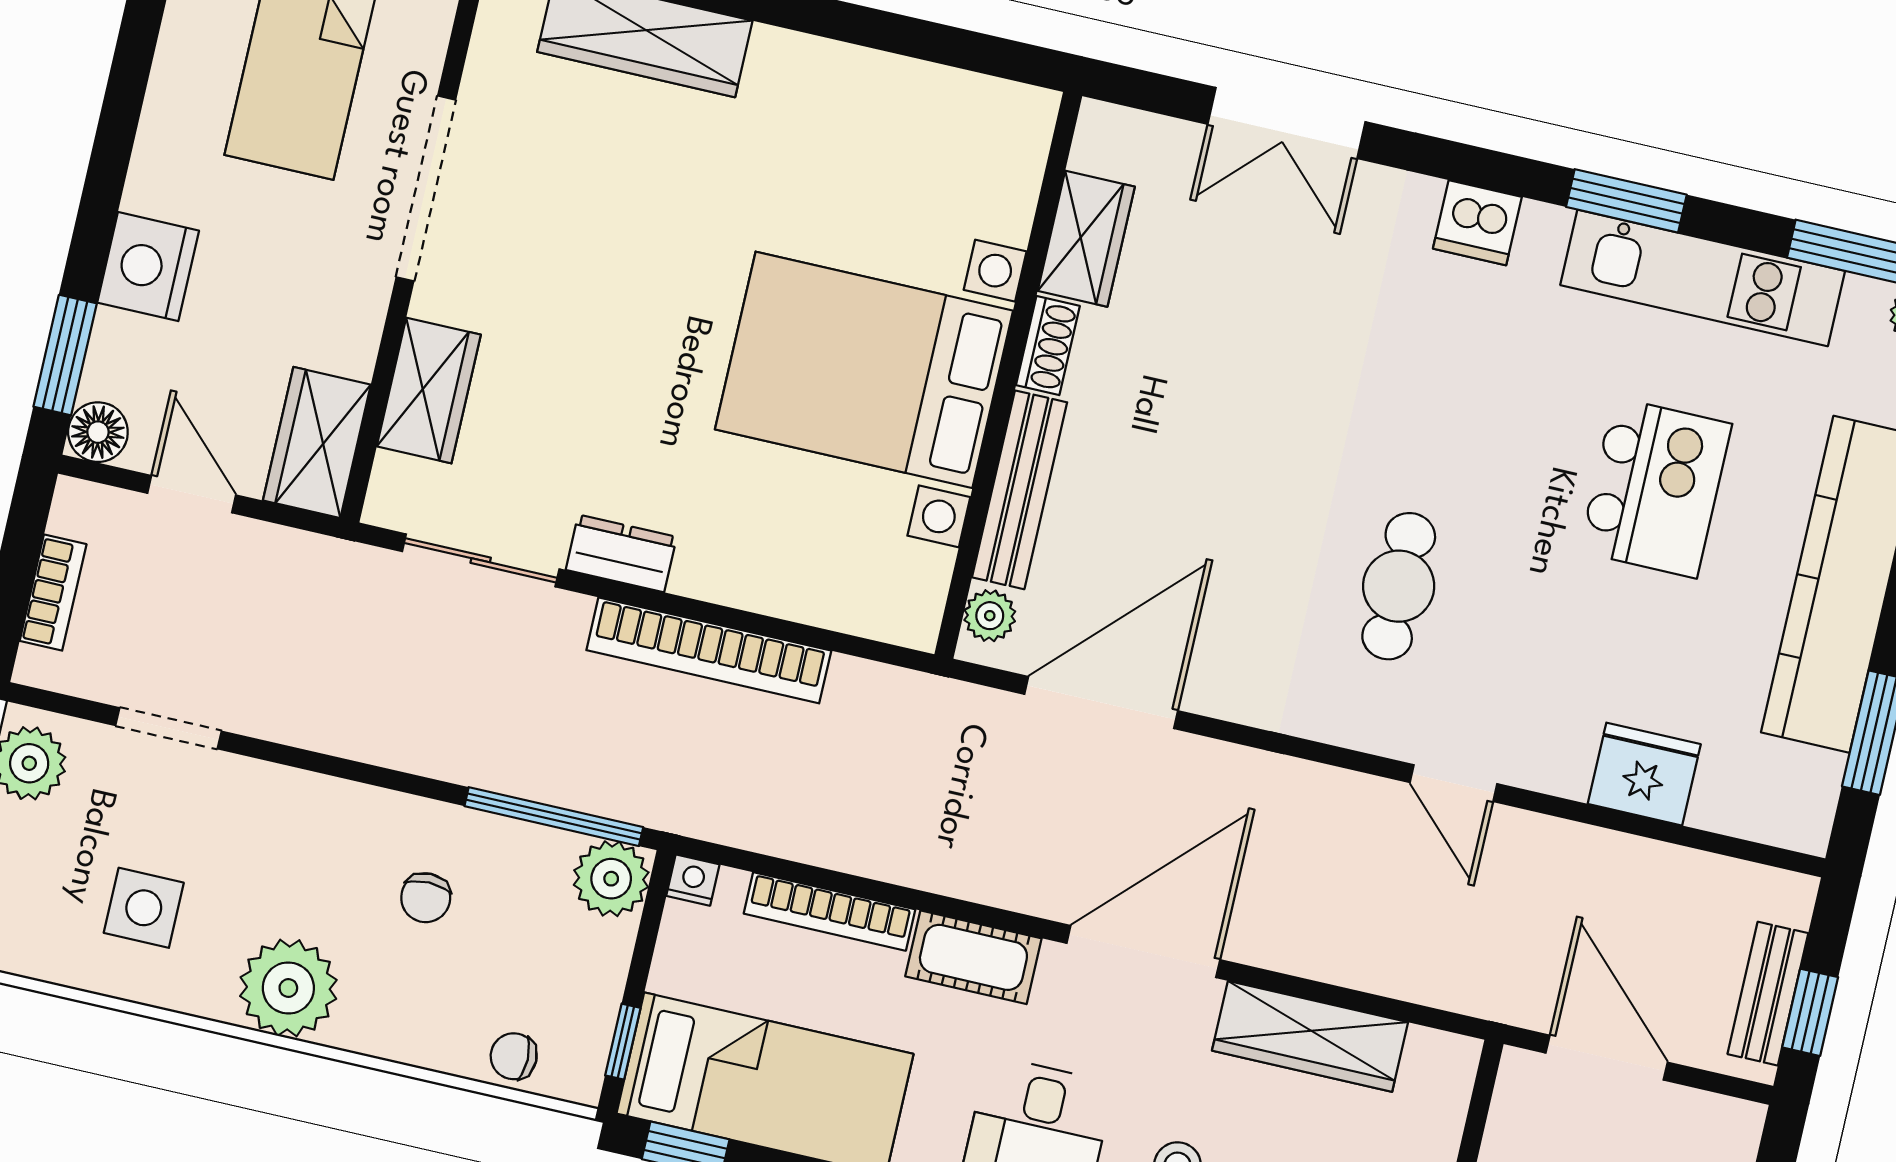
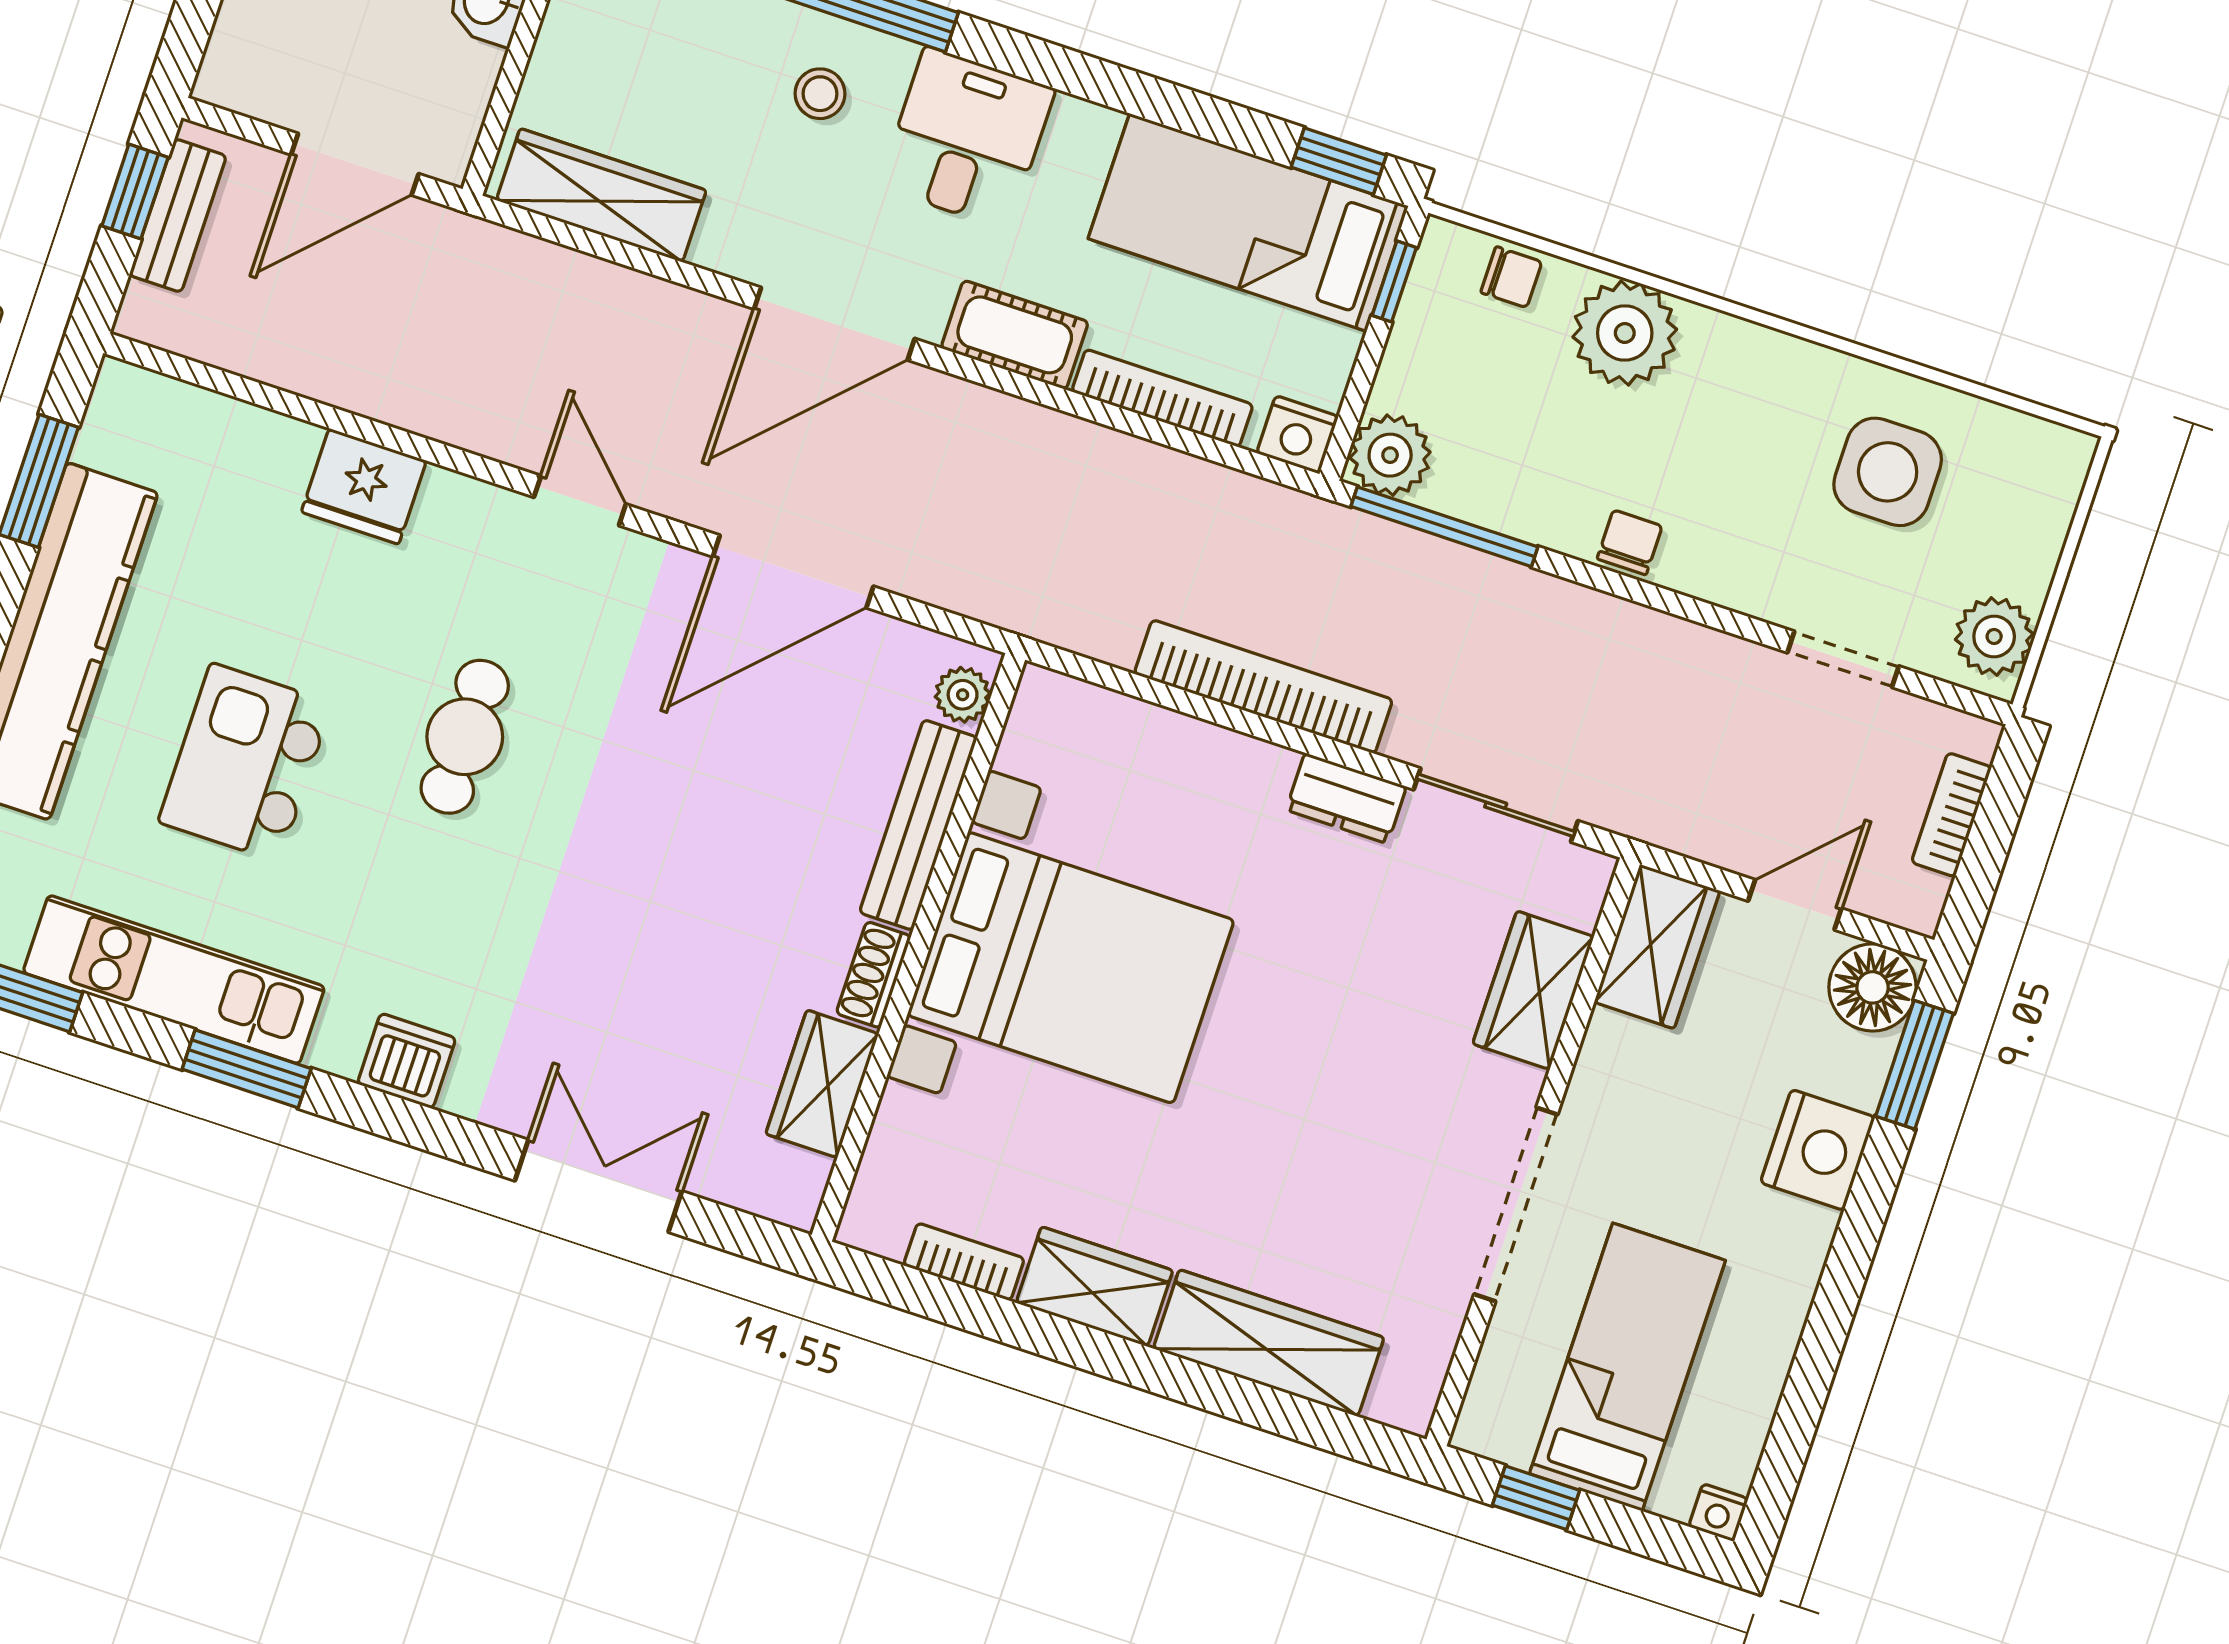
wardrobe: (813, 73) -> (1094, 1287), added
bookcase: (937, 85) -> (964, 1262), added
floor lamp: (98, 432) -> (1873, 987), width x1.38, depth x1.38
door: (192, 494) -> (1795, 905), swing flipped
cafe table: (1399, 586) -> (465, 737), moved
door: (1101, 702) -> (793, 572), moved
fridge: (1644, 774) -> (364, 486), moved
door: (1453, 783) -> (580, 501), moved
nightstand: (693, 880) -> (1297, 435), width x1.39, depth x1.35
chair: (426, 898) -> (1630, 542), moved
side table: (144, 908) -> (1888, 472), width x1.37, depth x1.37
plant: (288, 988) -> (1625, 333), moved
wardrobe: (1310, 1036) -> (601, 195), moved
door: (1607, 1058) -> (355, 164), hinge flipped

